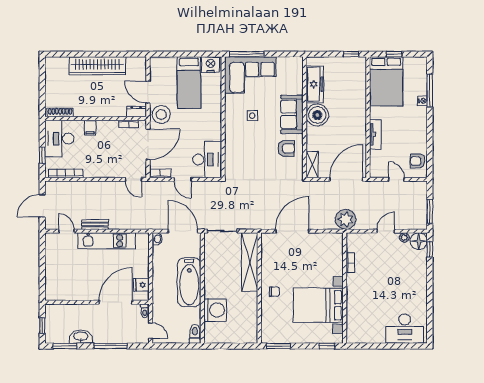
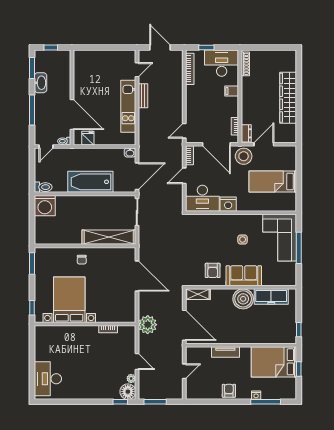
window: (247, 54) -> (299, 248), moved
nightstand: (210, 65) -> (228, 204), moved, turned 90
armchair: (418, 161) -> (229, 391), moved
washing machine: (215, 310) -> (45, 206), moved

